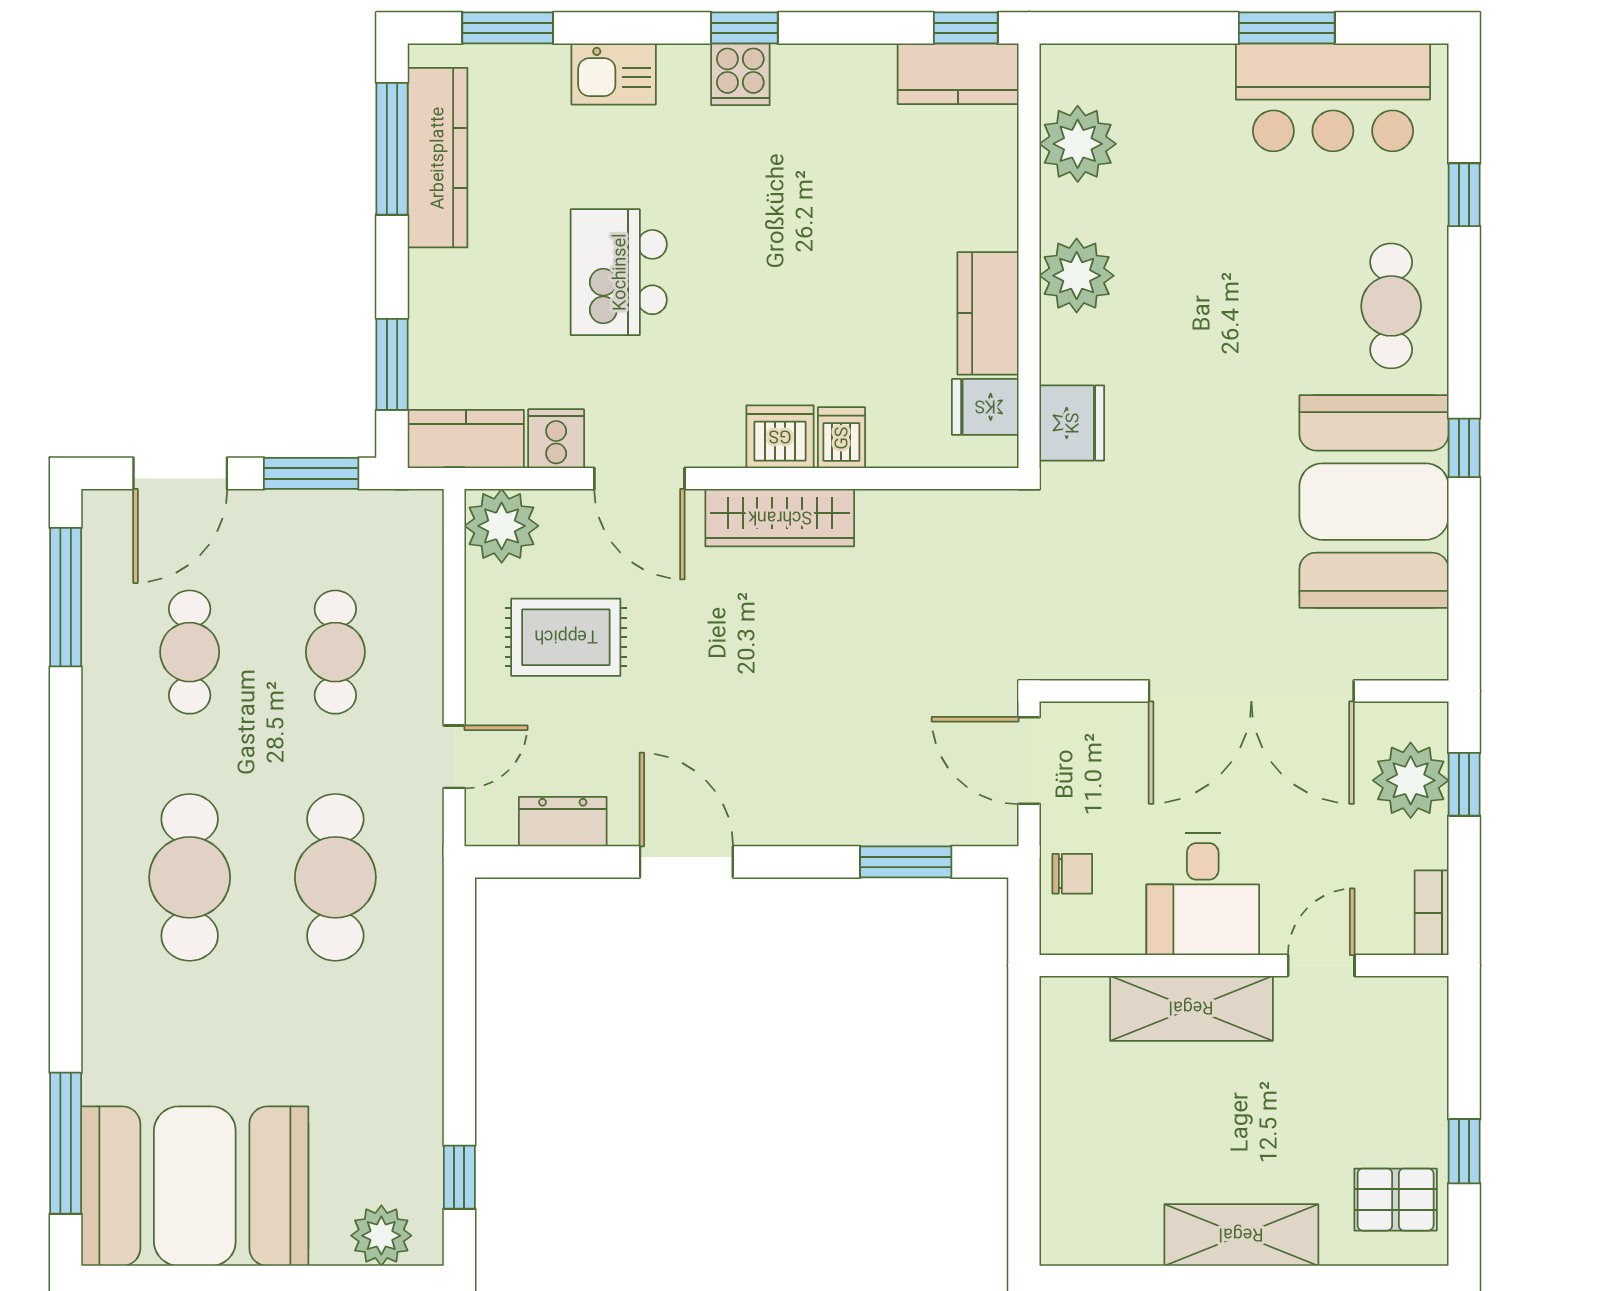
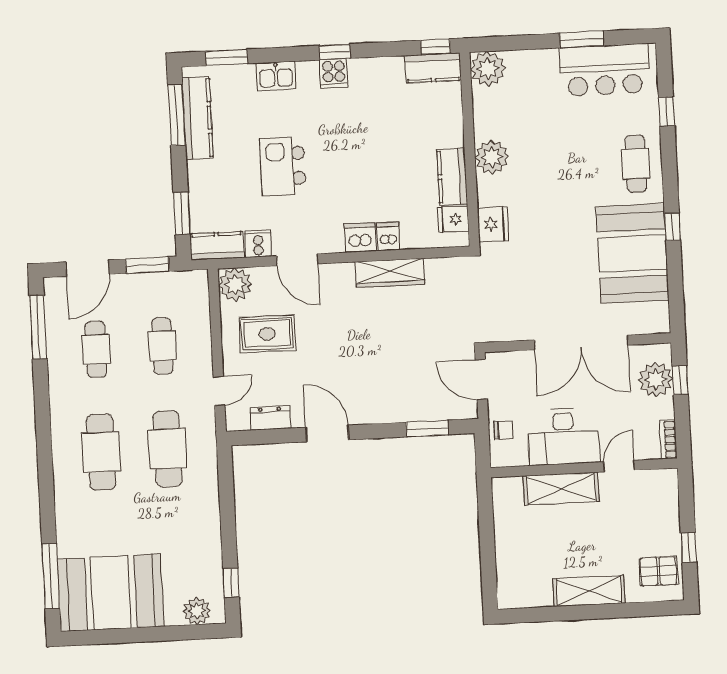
plant: (1078, 144) -> (488, 69), moved
wardrobe: (780, 518) -> (390, 273), moved
desk: (1203, 894) -> (564, 436), width x1.37

